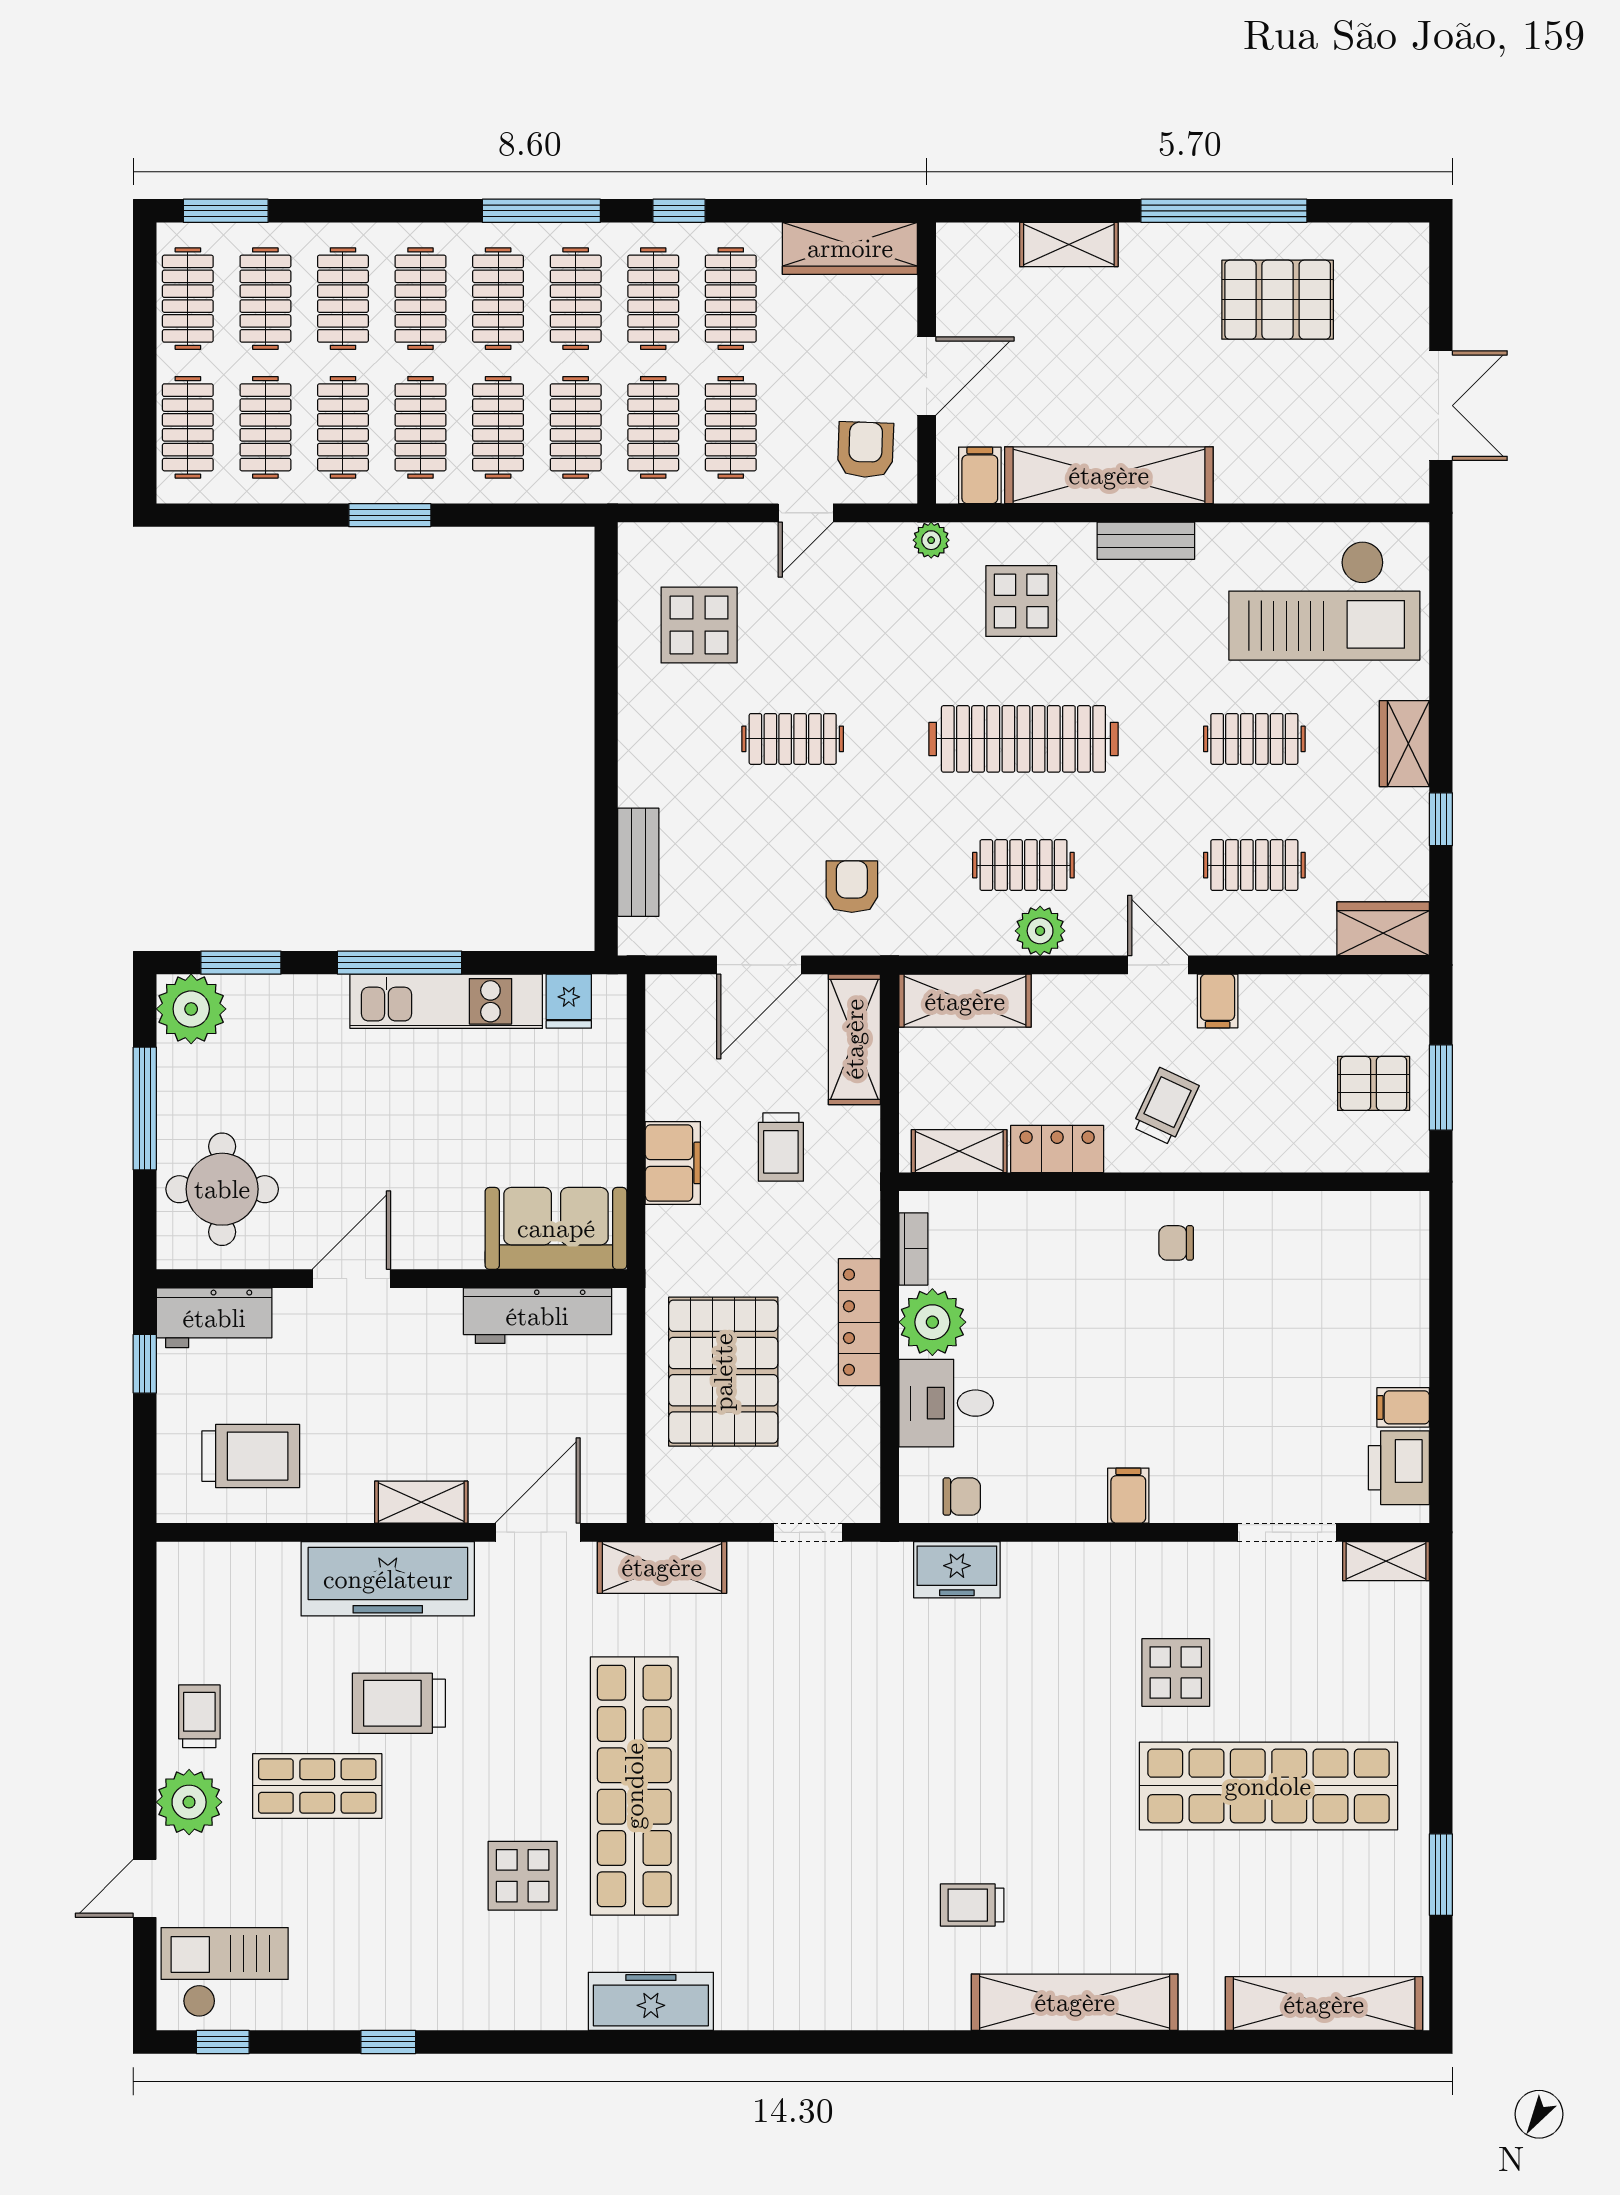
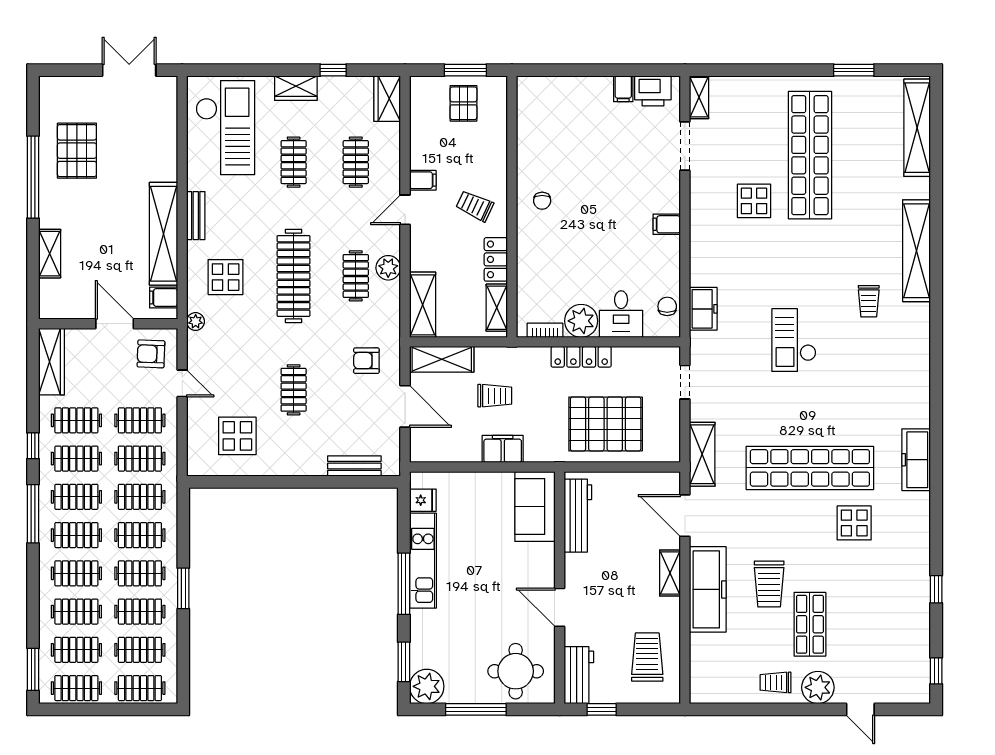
checkout: (225, 1972) -> (794, 340), moved

